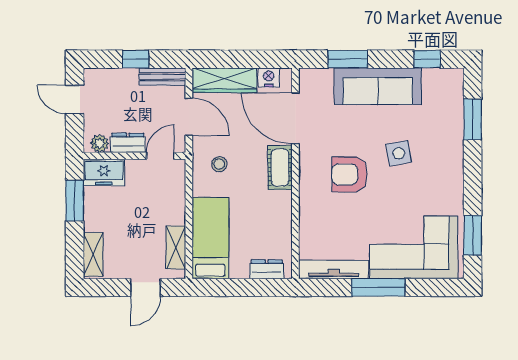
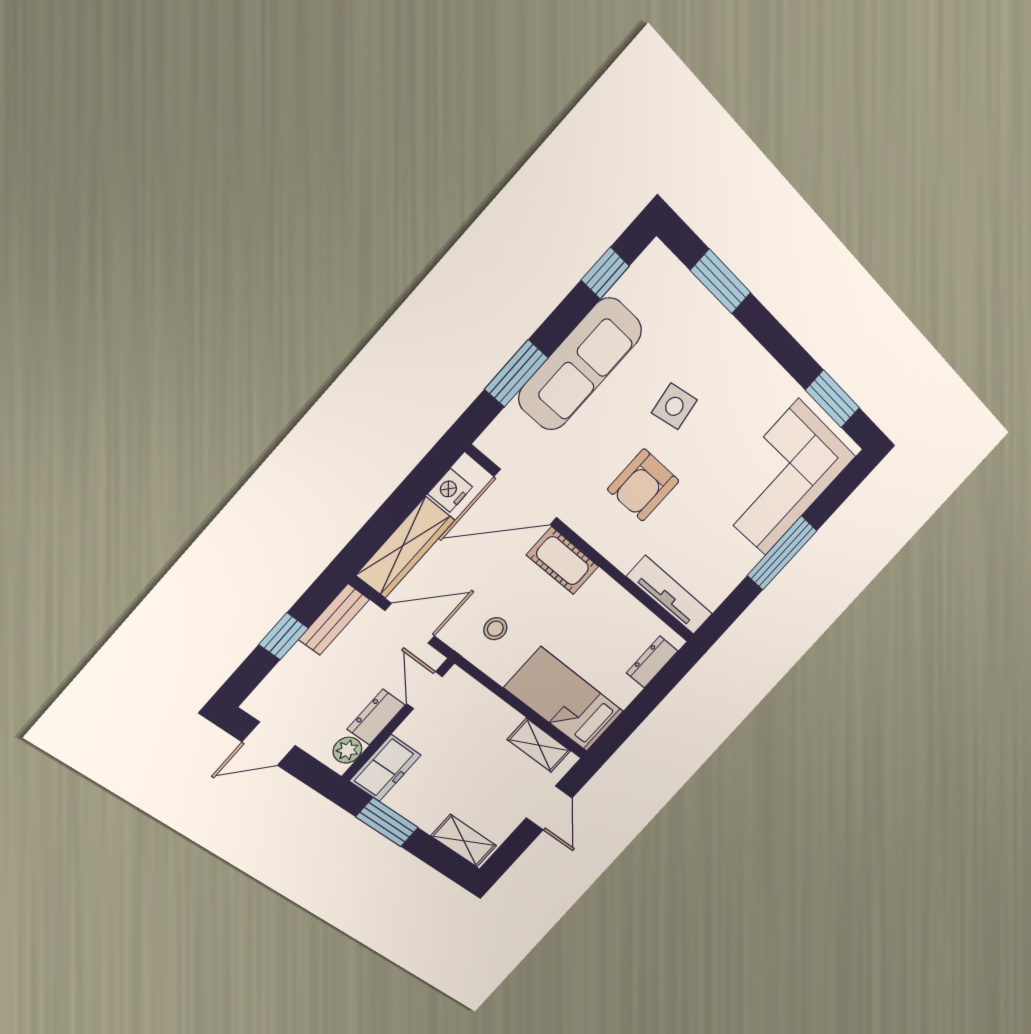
tv unit: (334, 269) -> (670, 595), moved, turned 90

